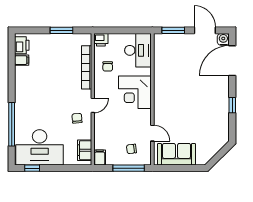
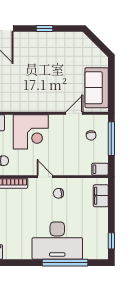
desk: (40, 147) -> (57, 241), moved, turned 90
filing cabinet: (85, 150) -> (101, 196), moved, turned 90

